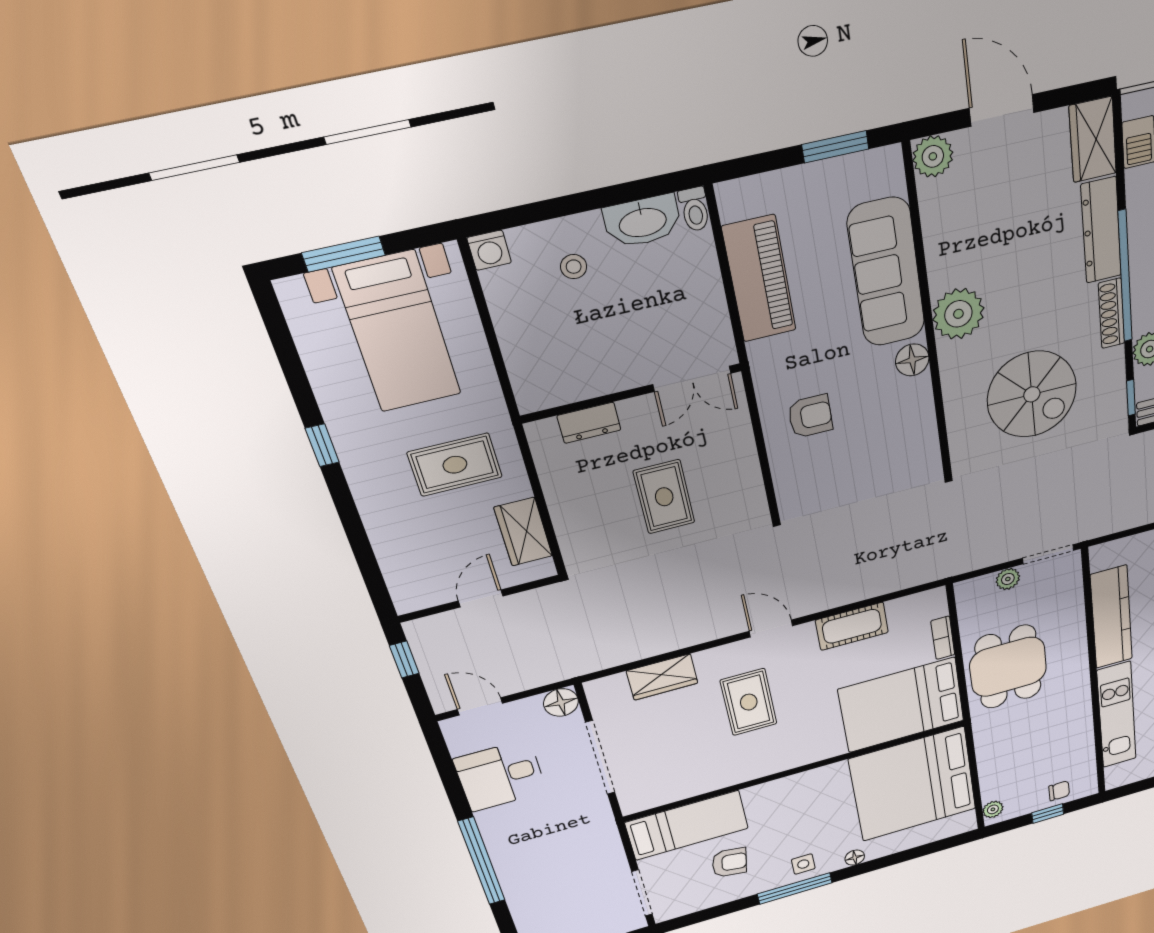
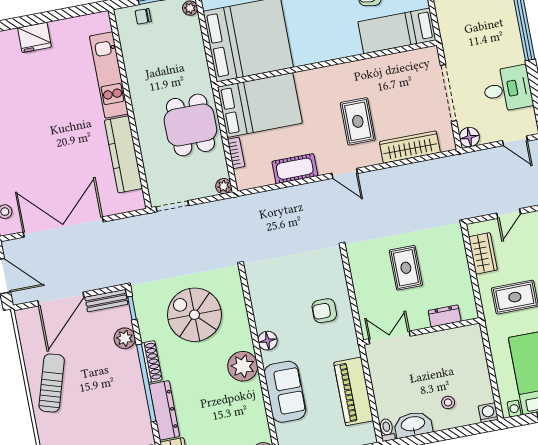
sofa: (886, 273) -> (285, 392), width x0.73
plant: (1008, 579) -> (224, 186), moved
wardrobe: (662, 677) -> (410, 147), width x1.50

